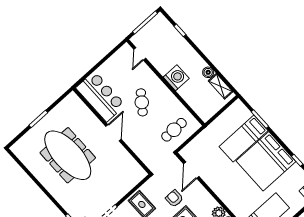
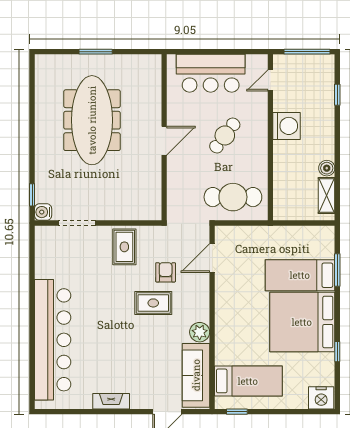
washing machine: (176, 78) -> (287, 126), moved
bar counter: (101, 96) -> (211, 73), moved, turned 90
cafe table: (174, 130) -> (233, 197), width x1.37, depth x1.35

